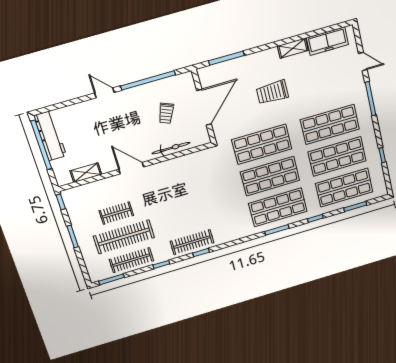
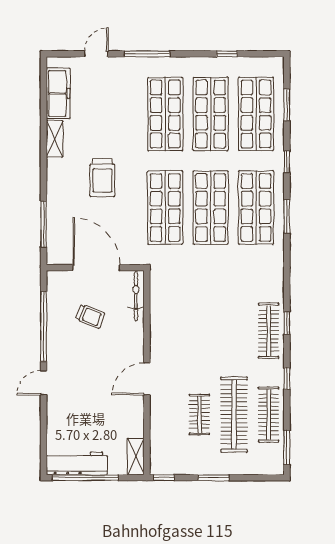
bicycle: (171, 148) -> (136, 296), moved
shelving: (86, 173) -> (136, 457), moved

